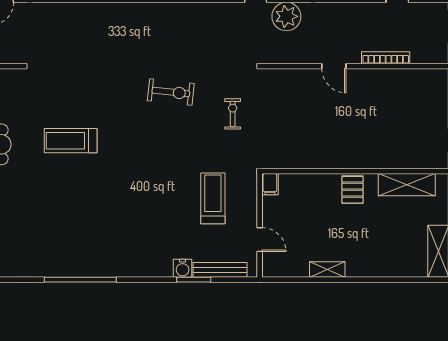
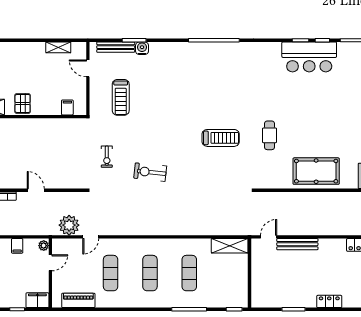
filing cabinet: (270, 184) -> (67, 107), moved
shelving: (327, 269) -> (58, 47), moved

